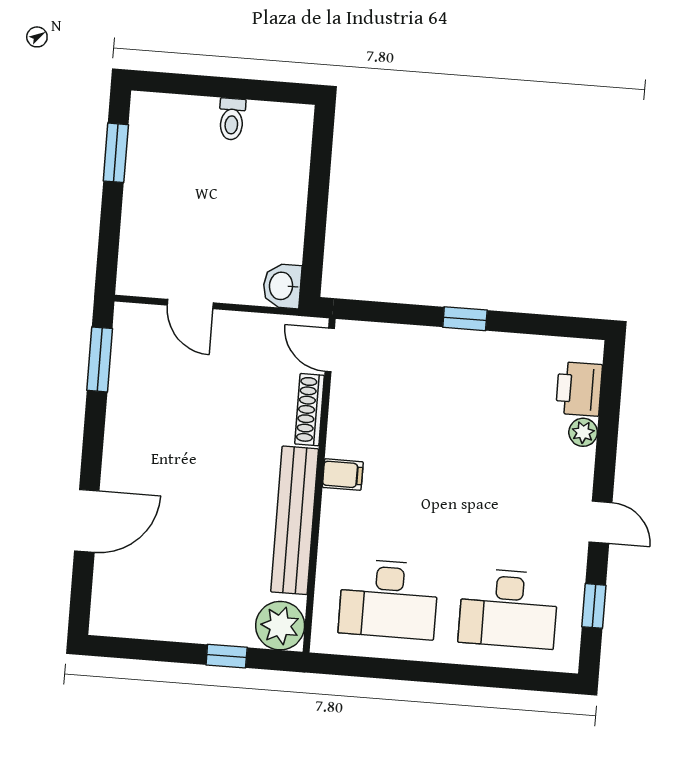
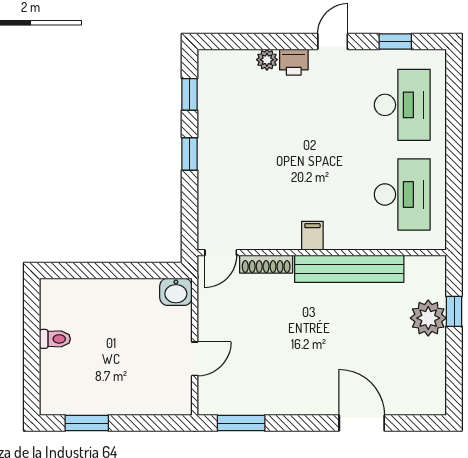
window: (545, 325) -> (190, 94), added
printer: (579, 389) -> (294, 62), moved, width x0.73, depth x0.81
plant: (280, 626) -> (428, 318), moved

